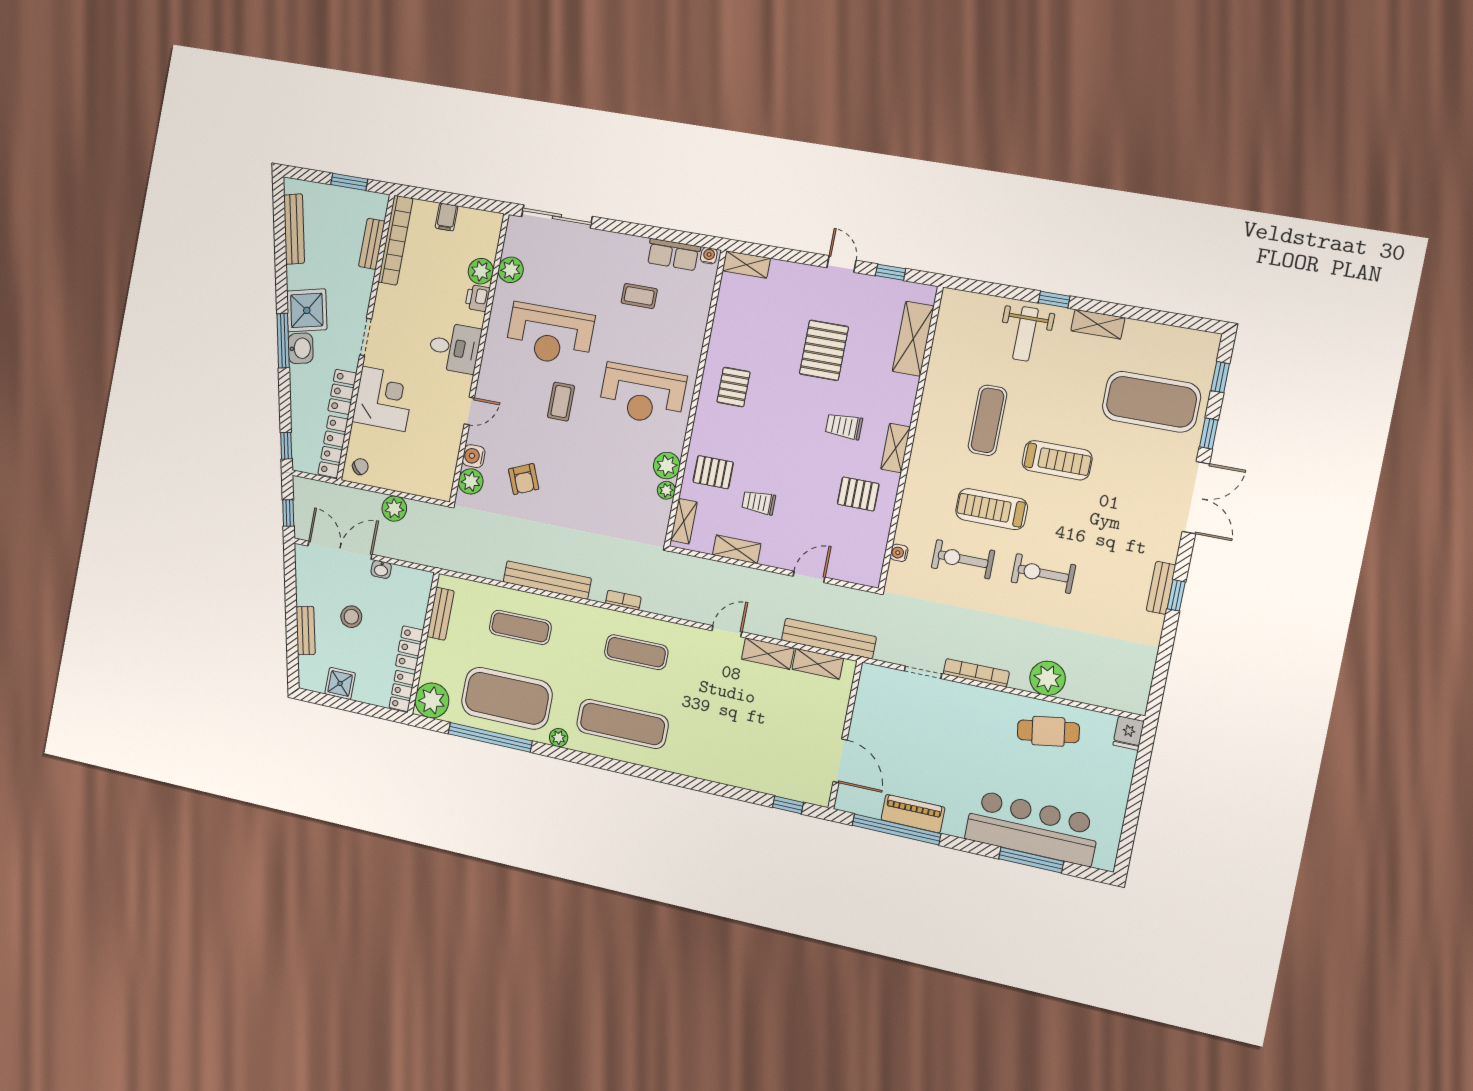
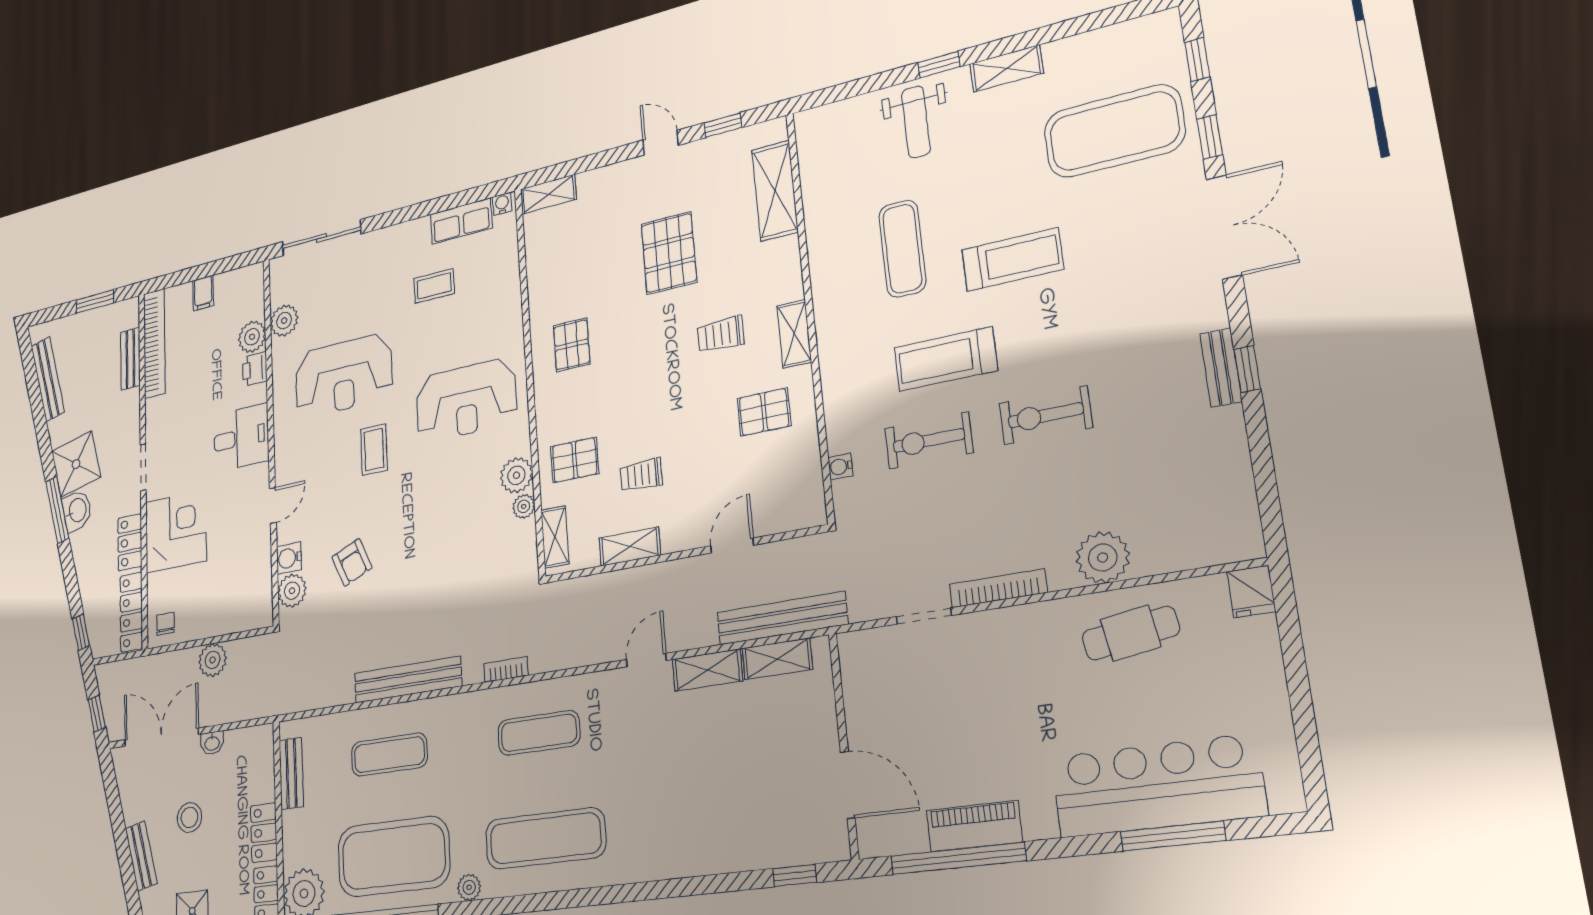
chair: (360, 467) -> (166, 624), turned -46

